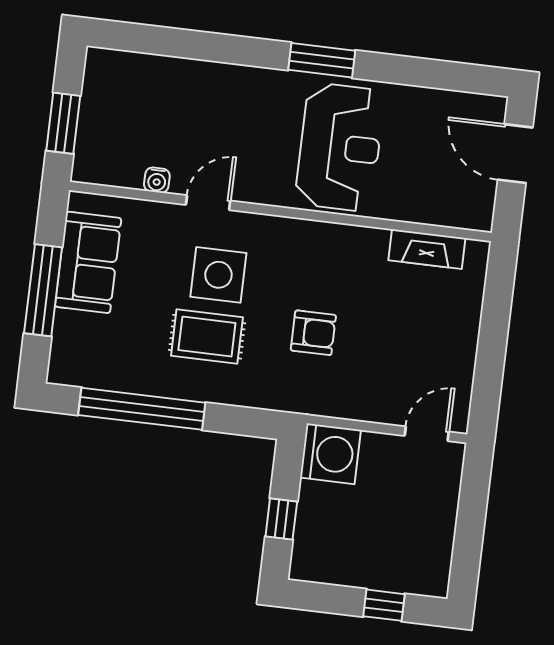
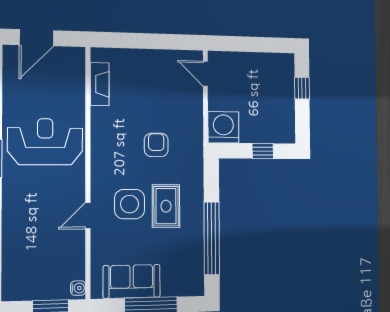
water cooler: (157, 180) -> (78, 288), moved
door: (208, 203) -> (88, 216), hinge flipped

